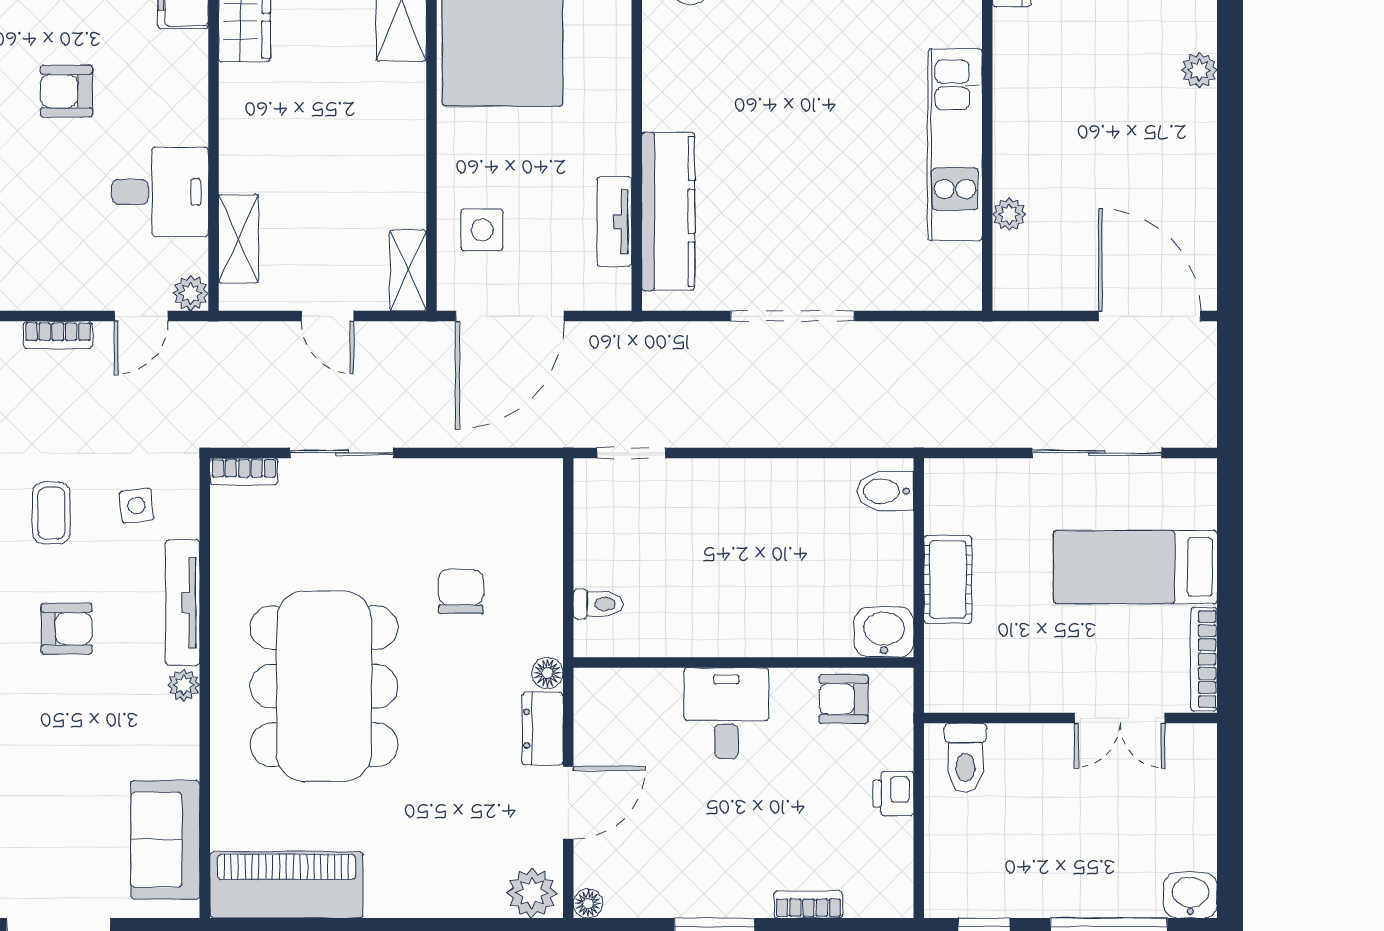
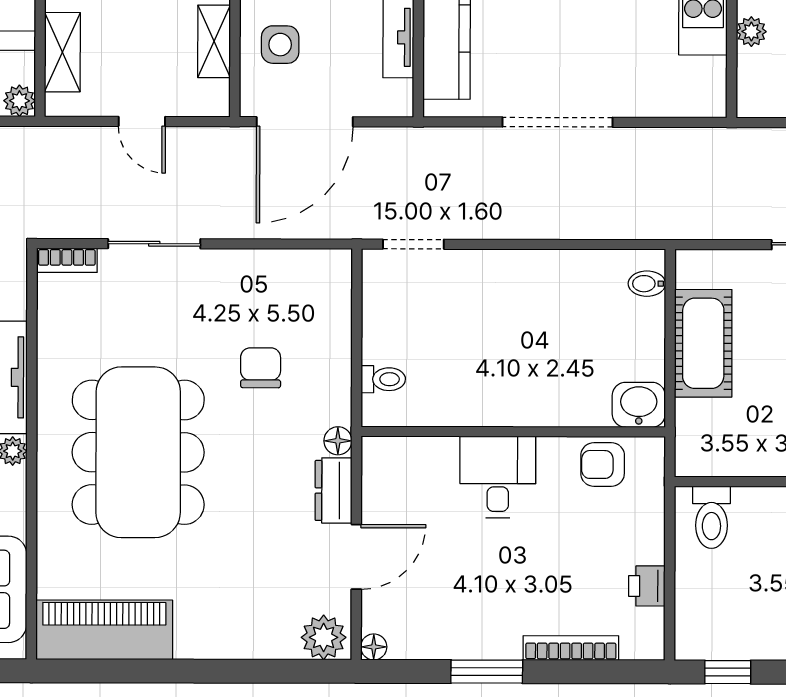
shelving: (408, 270) -> (214, 41), moved
bidet: (885, 491) -> (647, 284), width x0.72, depth x0.74
cot: (948, 579) -> (703, 343), width x1.37, depth x1.34
printer: (893, 794) -> (647, 586), moved
bookcase: (808, 904) -> (571, 648), width x1.56

